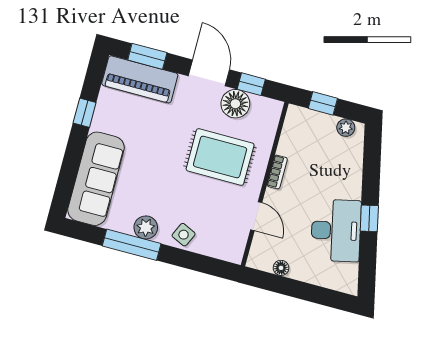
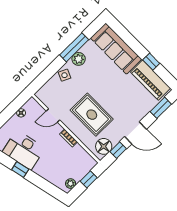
piano: (140, 79) -> (150, 80), moved, turned -90
floor lamp: (235, 104) -> (104, 146), moved
rug: (220, 157) -> (92, 115), turned 90

